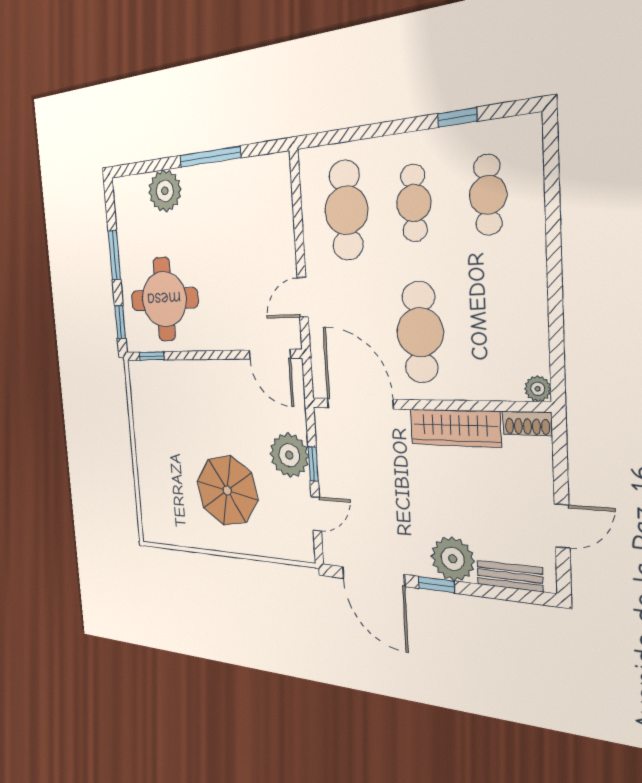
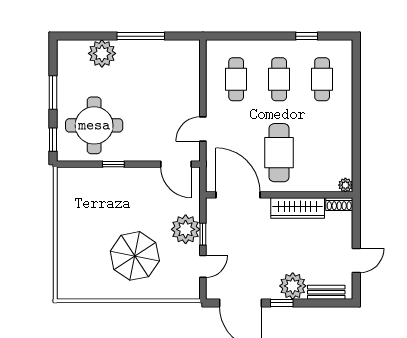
cafe table: (346, 210) -> (236, 79), width x0.73, depth x0.74
window: (152, 356) -> (113, 164), moved

